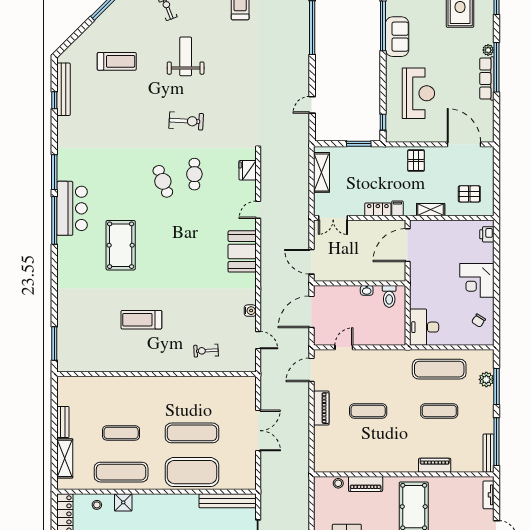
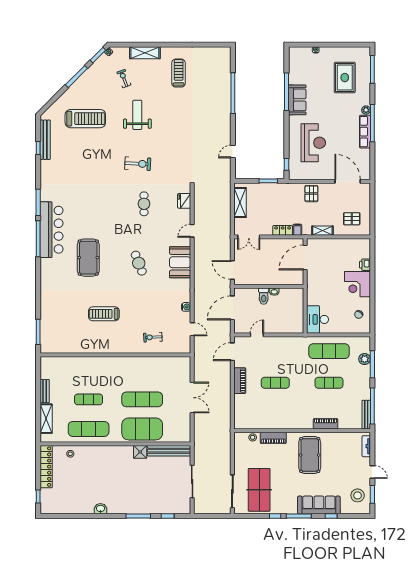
treadmill: (117, 61) -> (85, 119), width x1.37, depth x1.38
cafe table: (163, 181) -> (139, 263), moved
bar counter: (72, 208) -> (52, 230), width x1.36
printer: (487, 234) -> (365, 265), moved
toilet: (389, 296) -> (264, 296), moved
shower: (123, 502) -> (140, 452), moved

